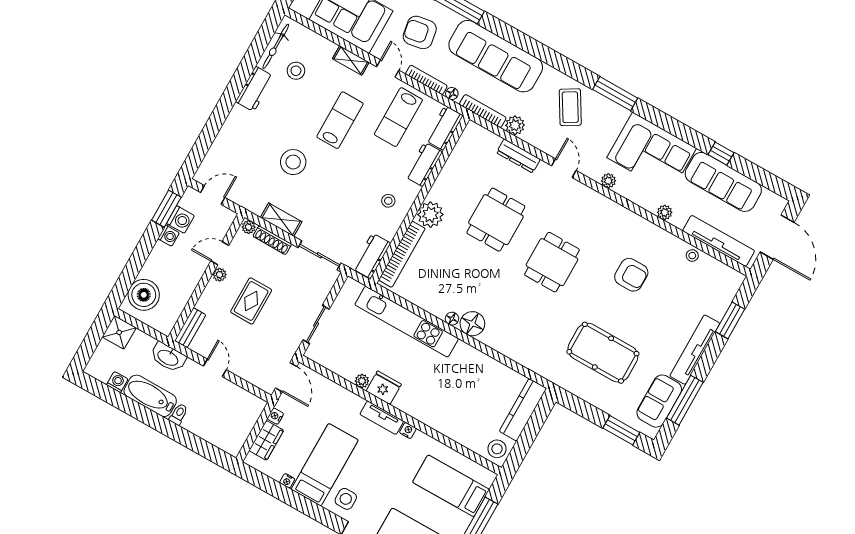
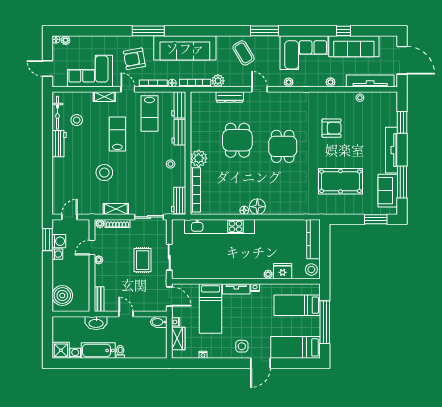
rug: (251, 301) -> (143, 260), moved
shower: (119, 332) -> (61, 350), moved
plant: (362, 381) -> (268, 274), moved
fridge: (384, 388) -> (283, 271), moved
bidet: (253, 403) -> (159, 322), added
bed: (325, 465) -> (210, 308), moved, turned 180

